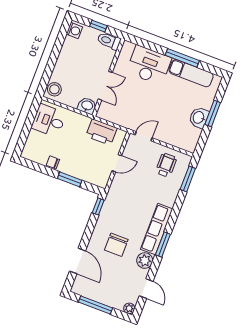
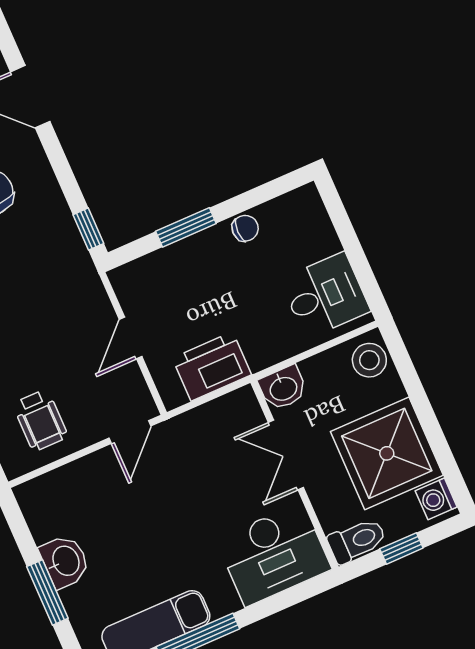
shower: (76, 58) -> (387, 453), added
desk: (149, 65) -> (274, 554), moved

